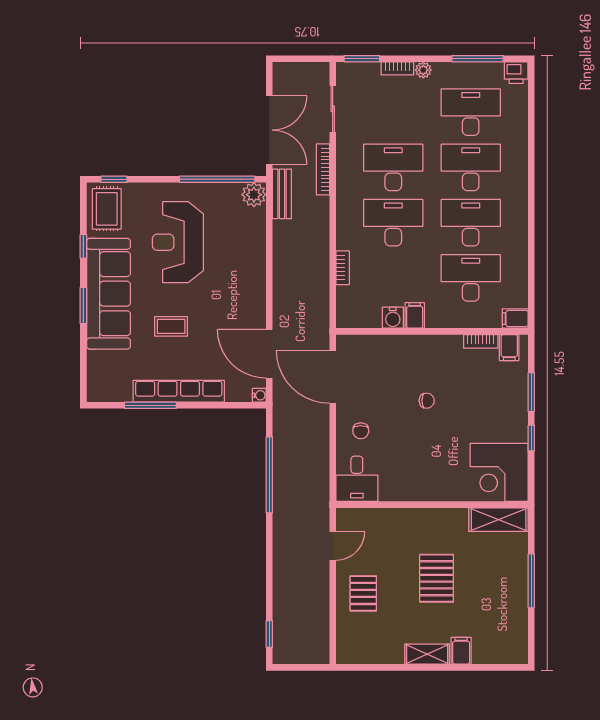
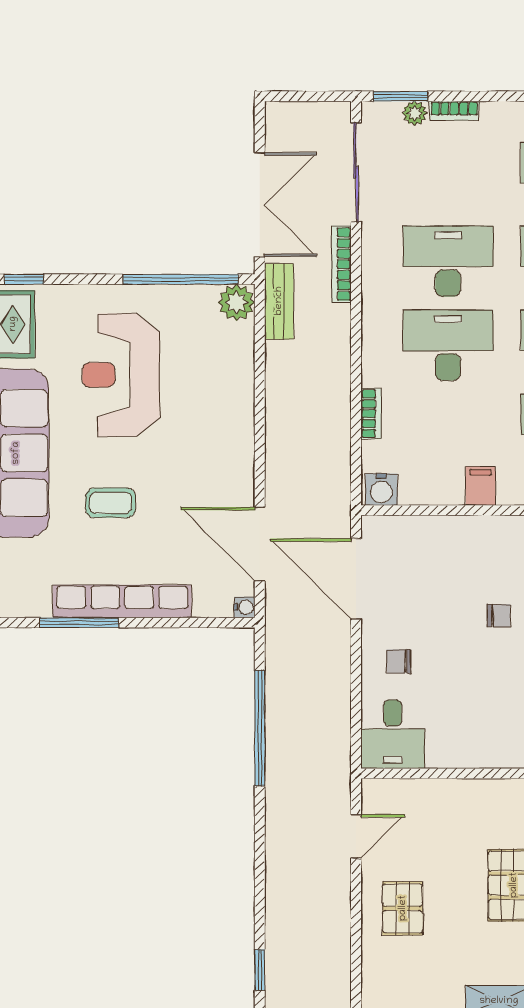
plant: (423, 70) -> (415, 113), moved
sliding door: (333, 109) -> (356, 172), width x1.37
water cooler: (393, 318) -> (381, 490), moved
chair: (361, 431) -> (399, 661), turned 90

